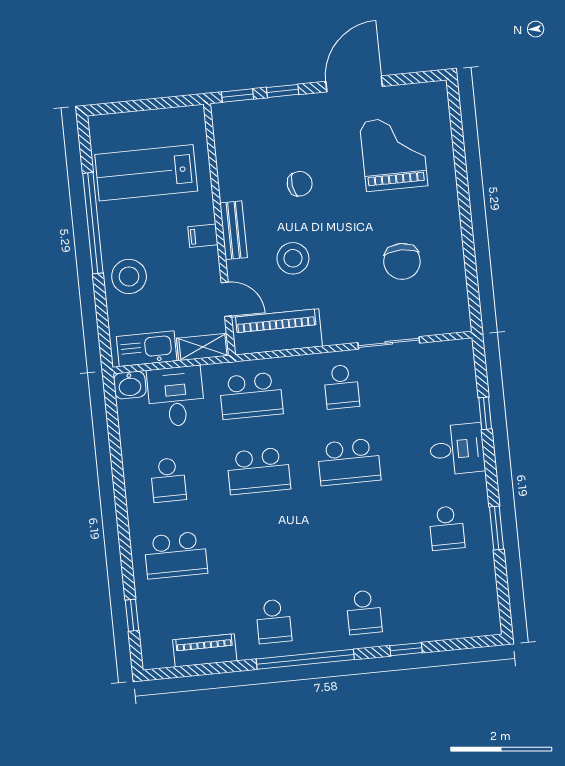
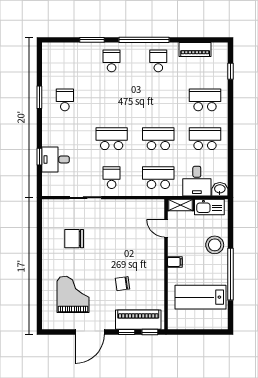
grand piano: (394, 153) -> (73, 294), turned 180
lab bench: (146, 173) -> (201, 297), turned 180
bench: (234, 230) -> (159, 263), removed
stool: (293, 258) -> (130, 246), removed
chair: (402, 261) -> (74, 239), turned -90
piano: (277, 332) -> (138, 320), moved, turned 180
desk: (457, 449) -> (56, 159), moved
school desk: (168, 480) -> (205, 139), width x1.85
window: (406, 649) -> (92, 40), width x1.50

